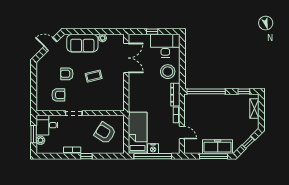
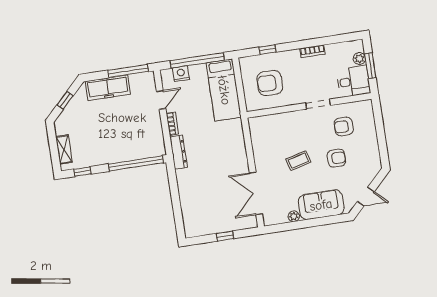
desk: (165, 46) -> (203, 219), removed
stool: (168, 72) -> (194, 183), removed
armchair: (105, 133) -> (270, 83), turned 147
door: (182, 133) -> (161, 100), swing flipped
nightstand: (153, 149) -> (181, 74), moved
window: (86, 156) -> (267, 50), moved
window: (214, 156) -> (128, 71), moved

